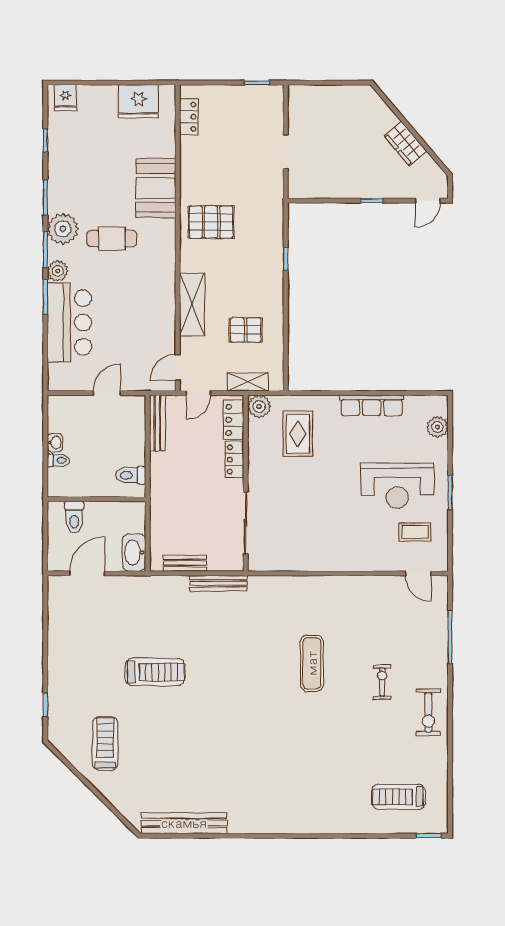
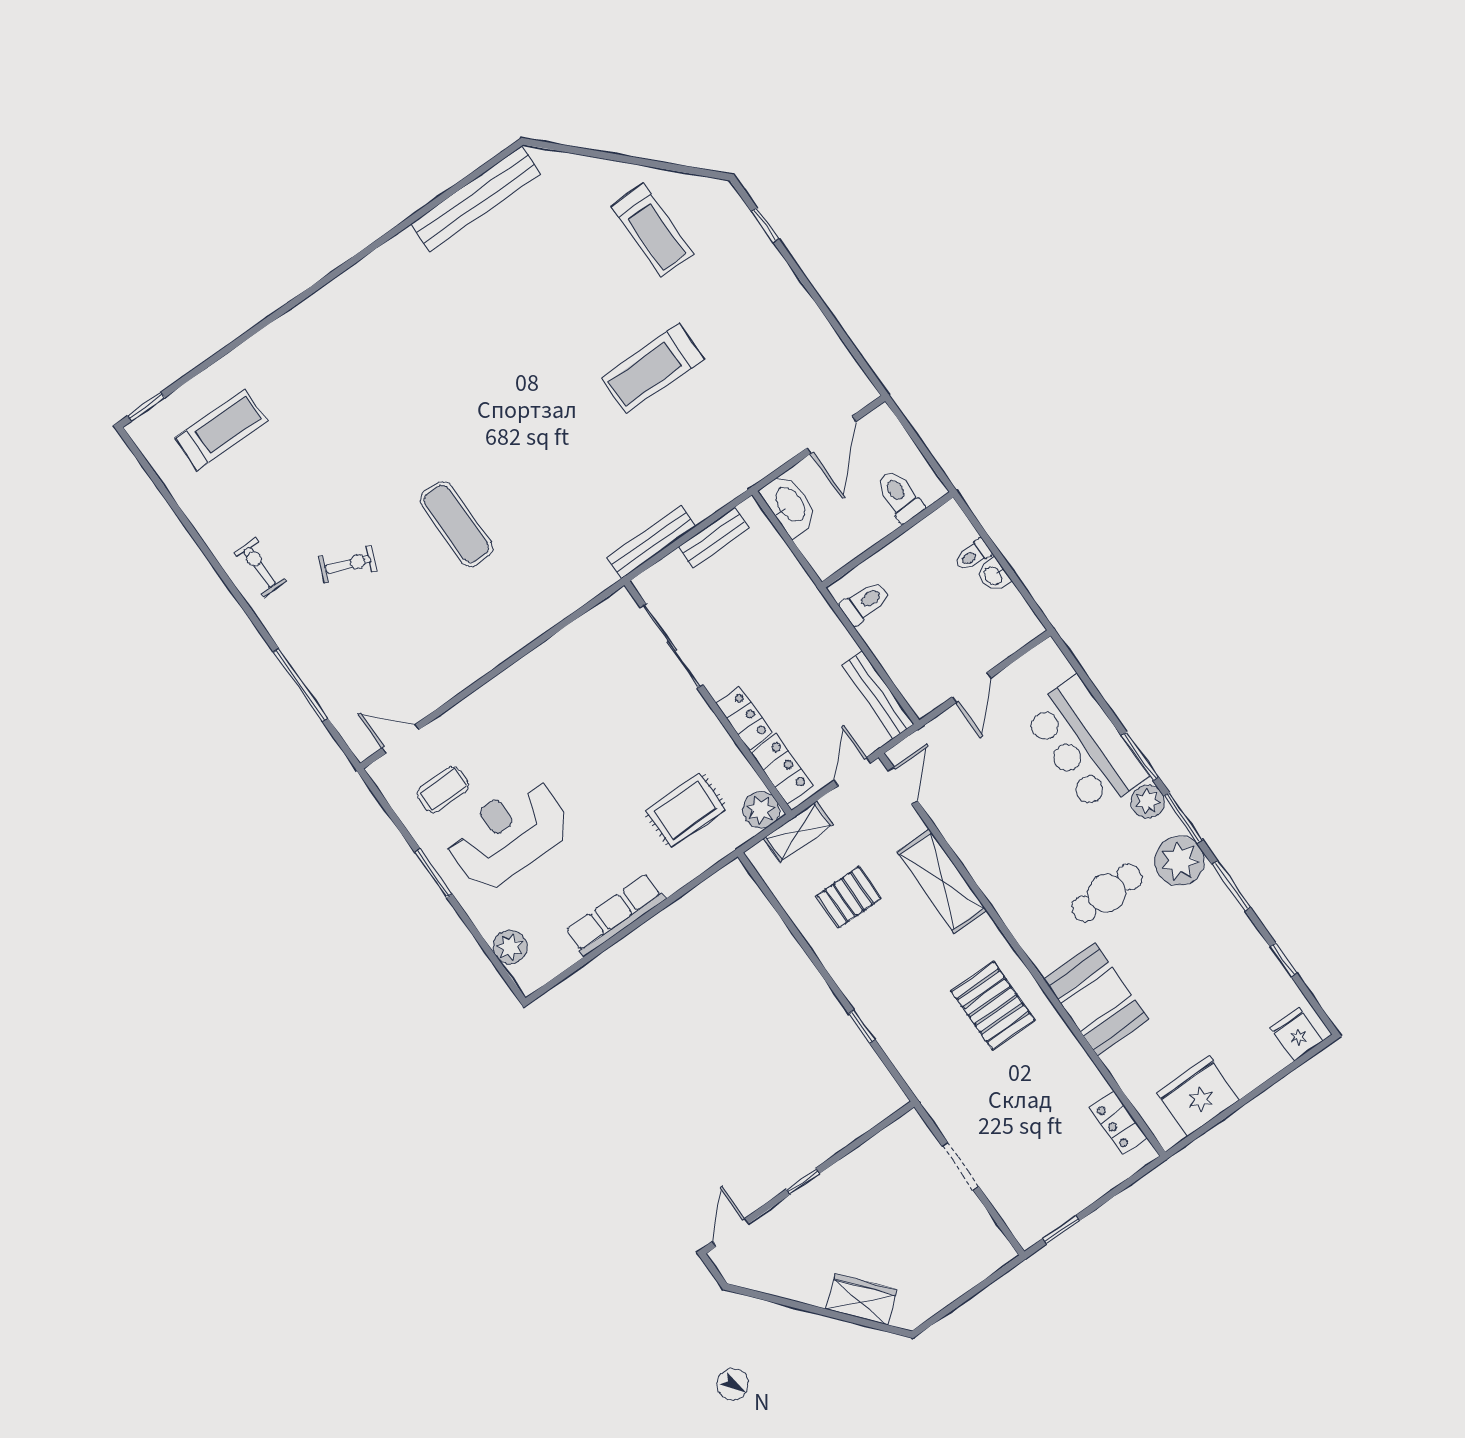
wardrobe: (405, 144) -> (861, 1299), moved
pallet: (211, 222) -> (993, 1006), turned 90
rug: (298, 434) -> (685, 810), turned 90
exercise bike: (382, 682) -> (348, 564), turned -68
exercise bike: (428, 712) -> (260, 567), width x0.73, depth x0.72

